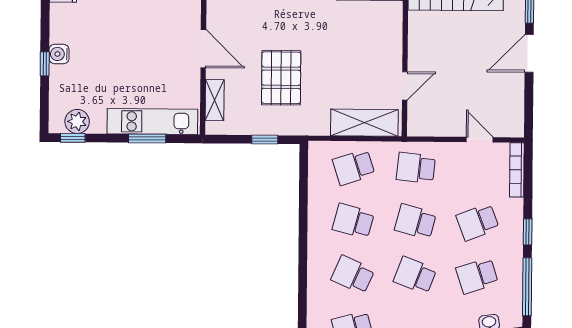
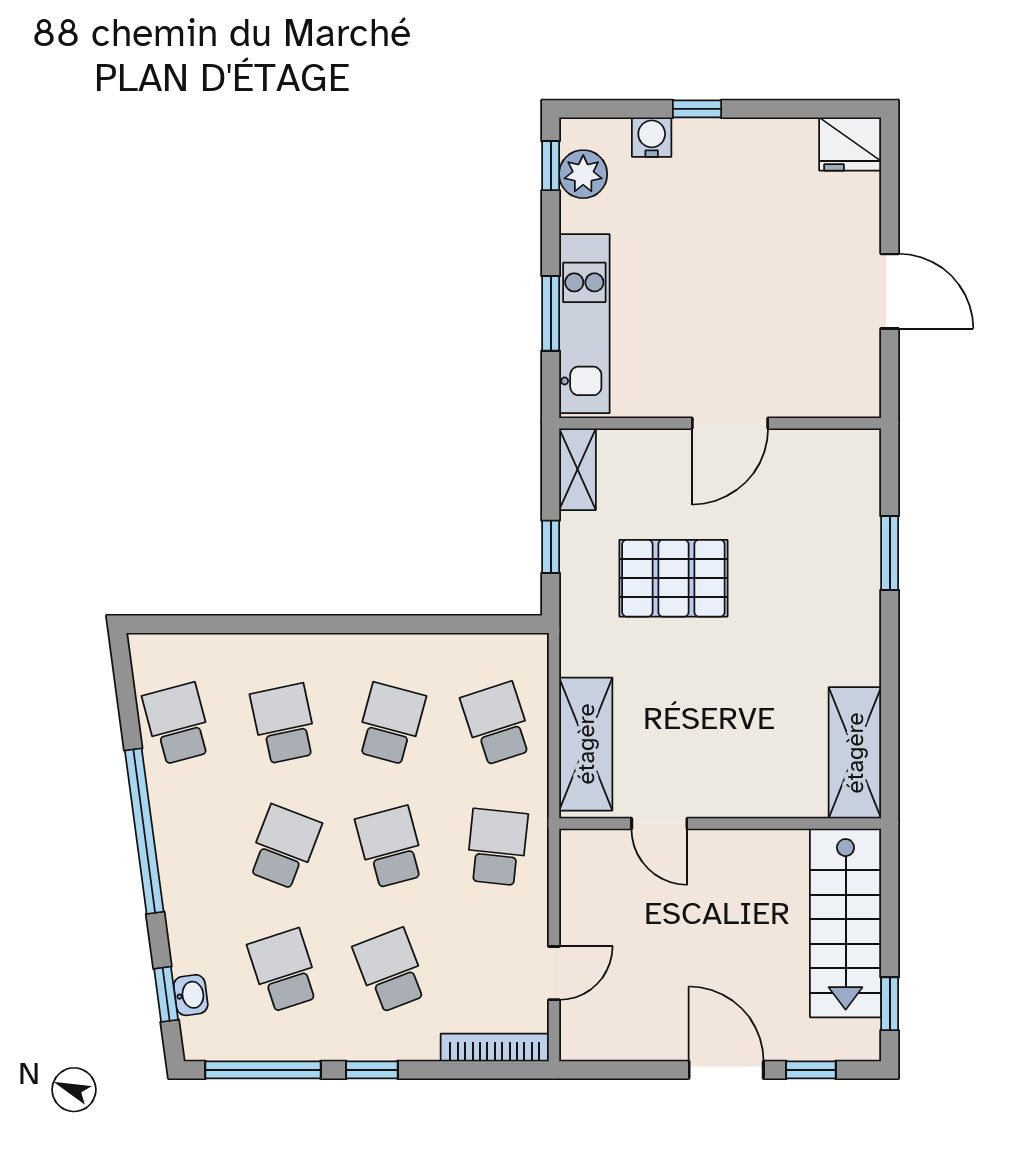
water cooler: (59, 54) -> (652, 137), moved
shelving: (215, 100) -> (577, 469), moved, turned 90
school desk: (415, 222) -> (390, 847), turned -30
school desk: (353, 275) -> (284, 724), turned -36

